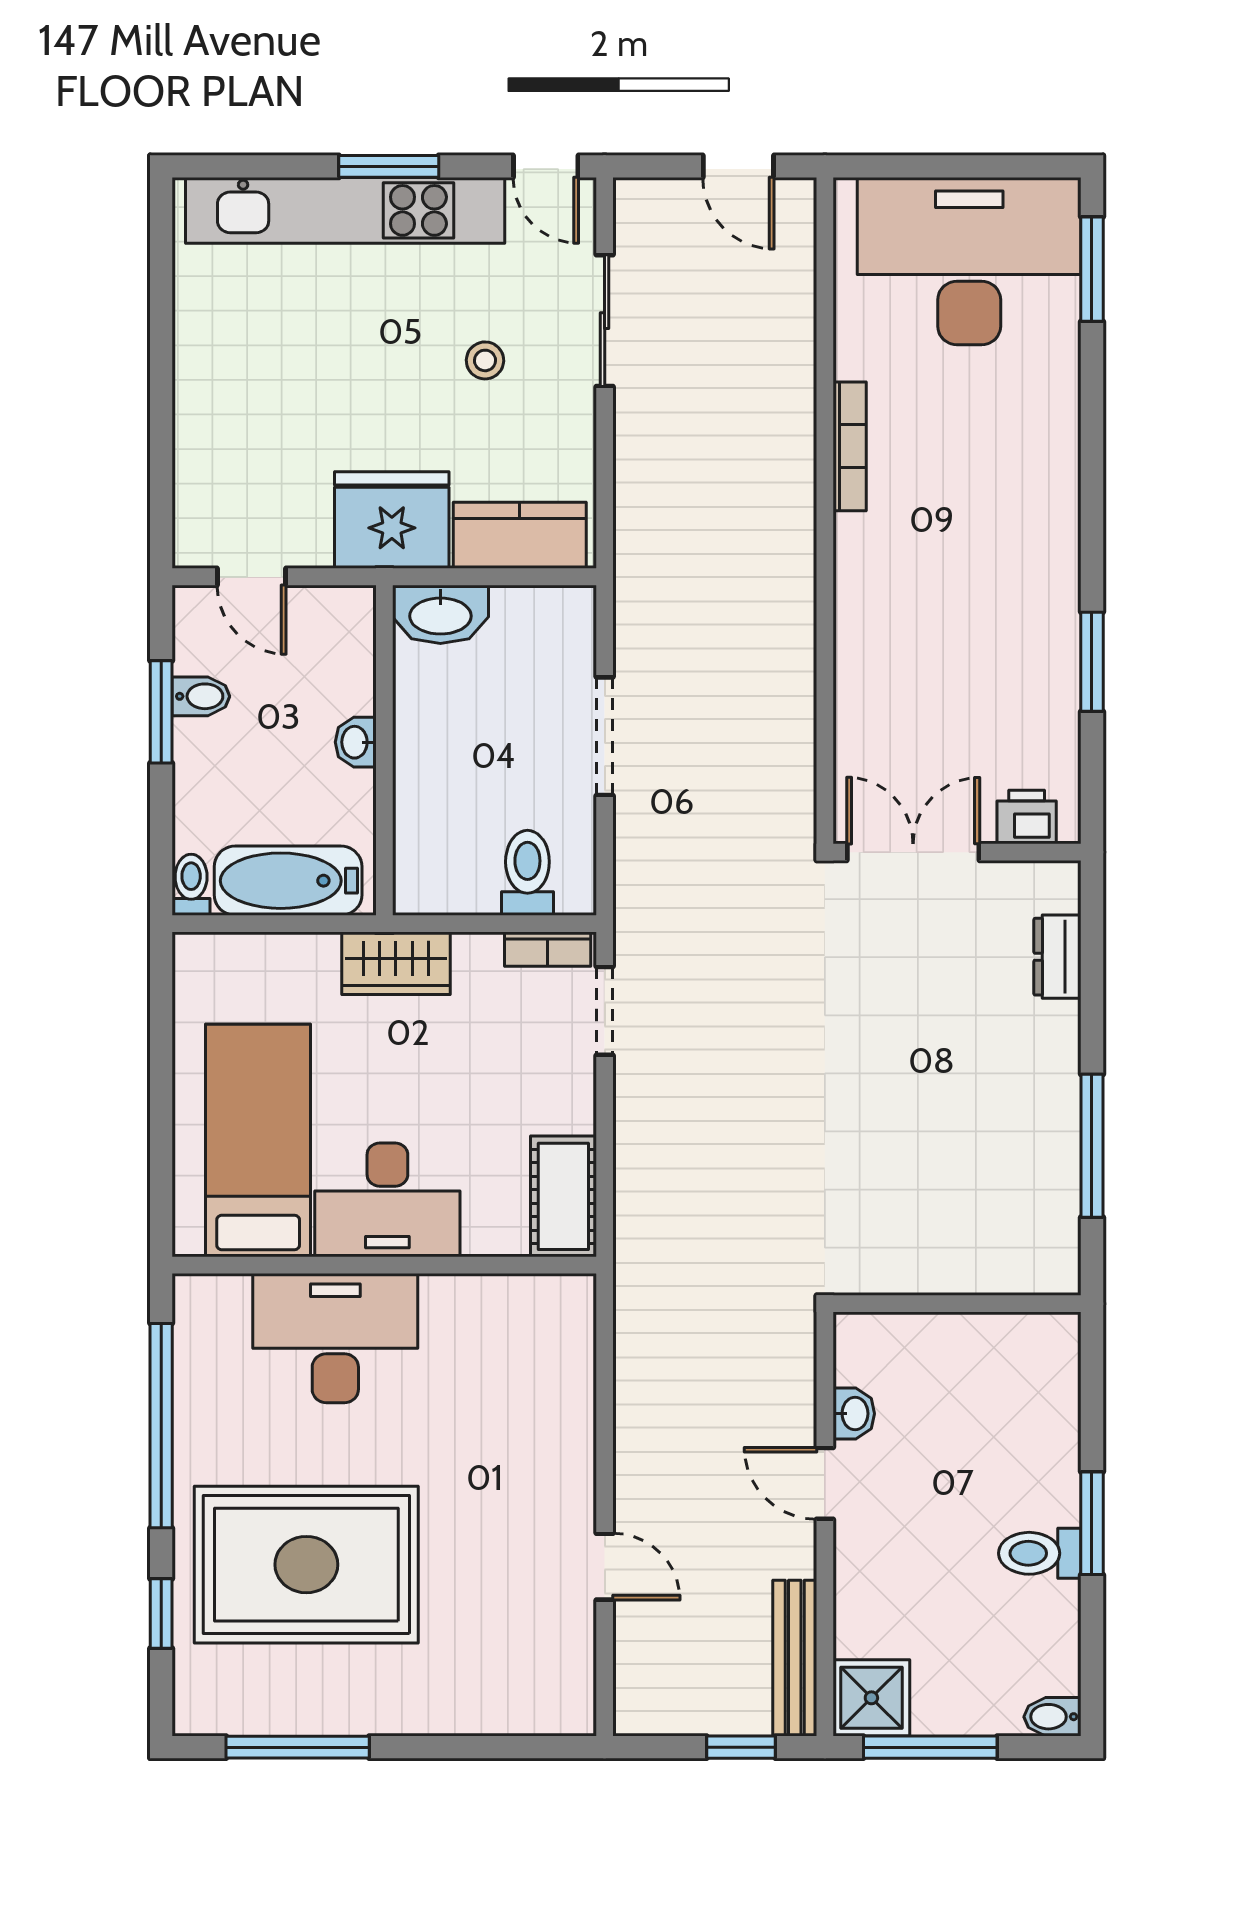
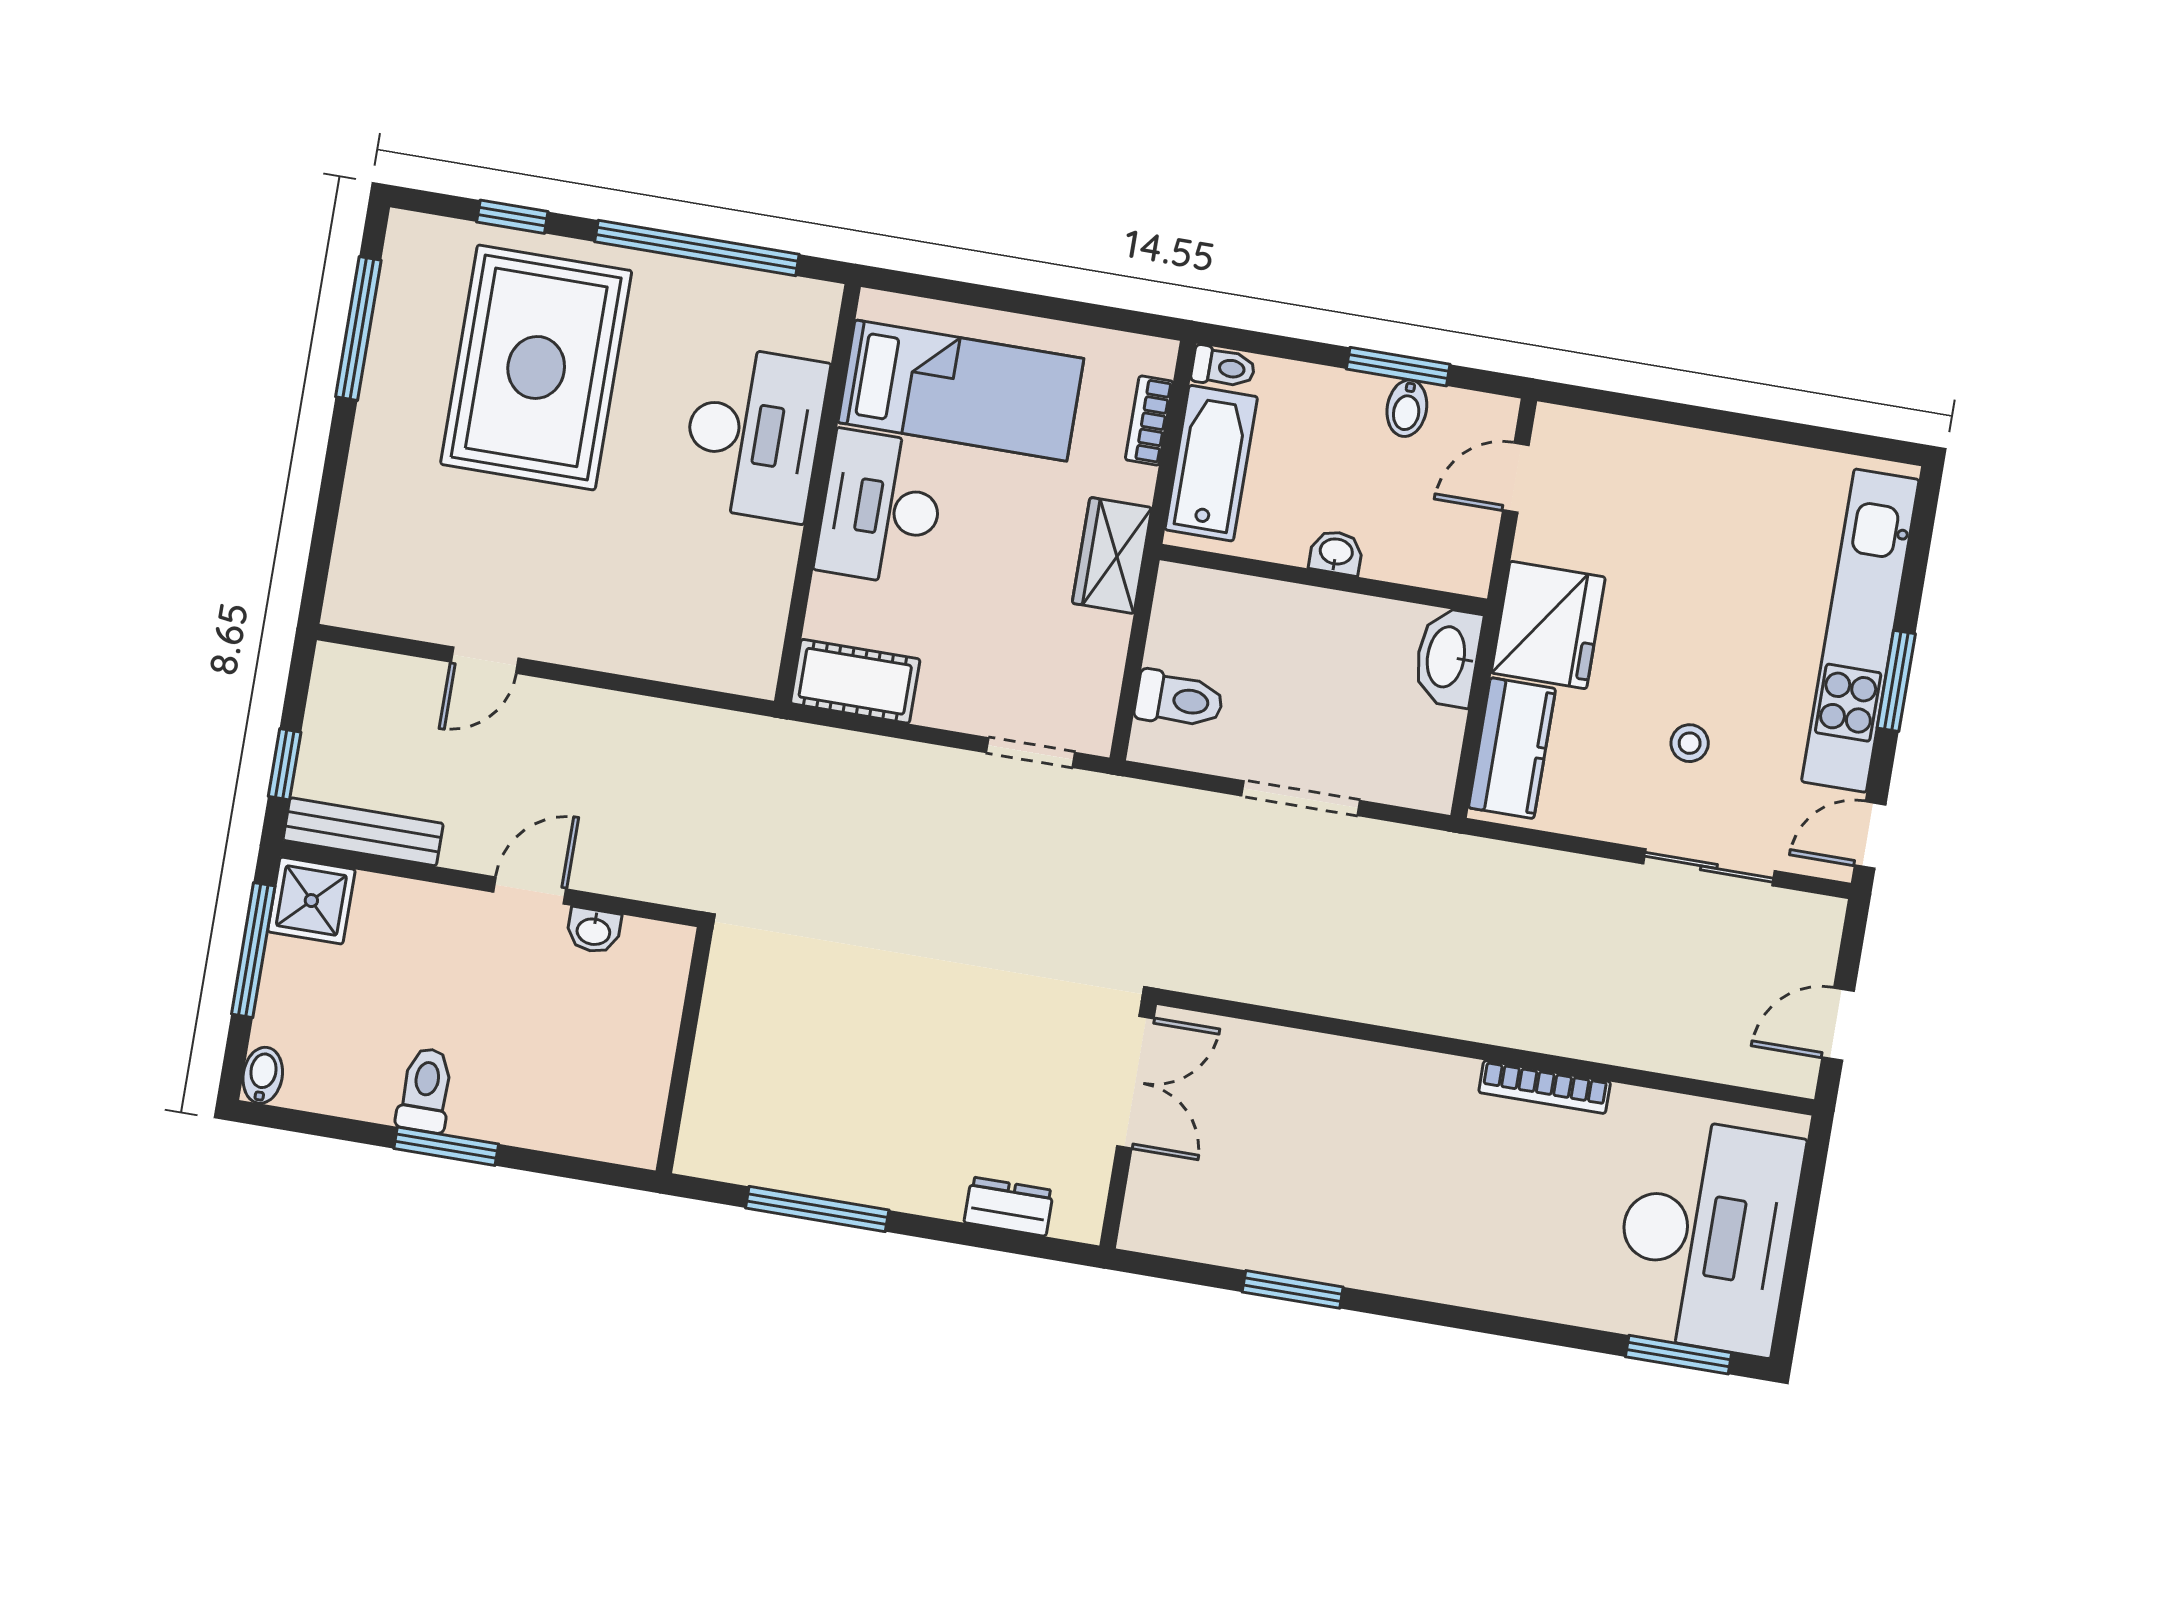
printer: (1027, 817) -> (1151, 1199), removed
bookcase: (548, 949) -> (1149, 421), moved

